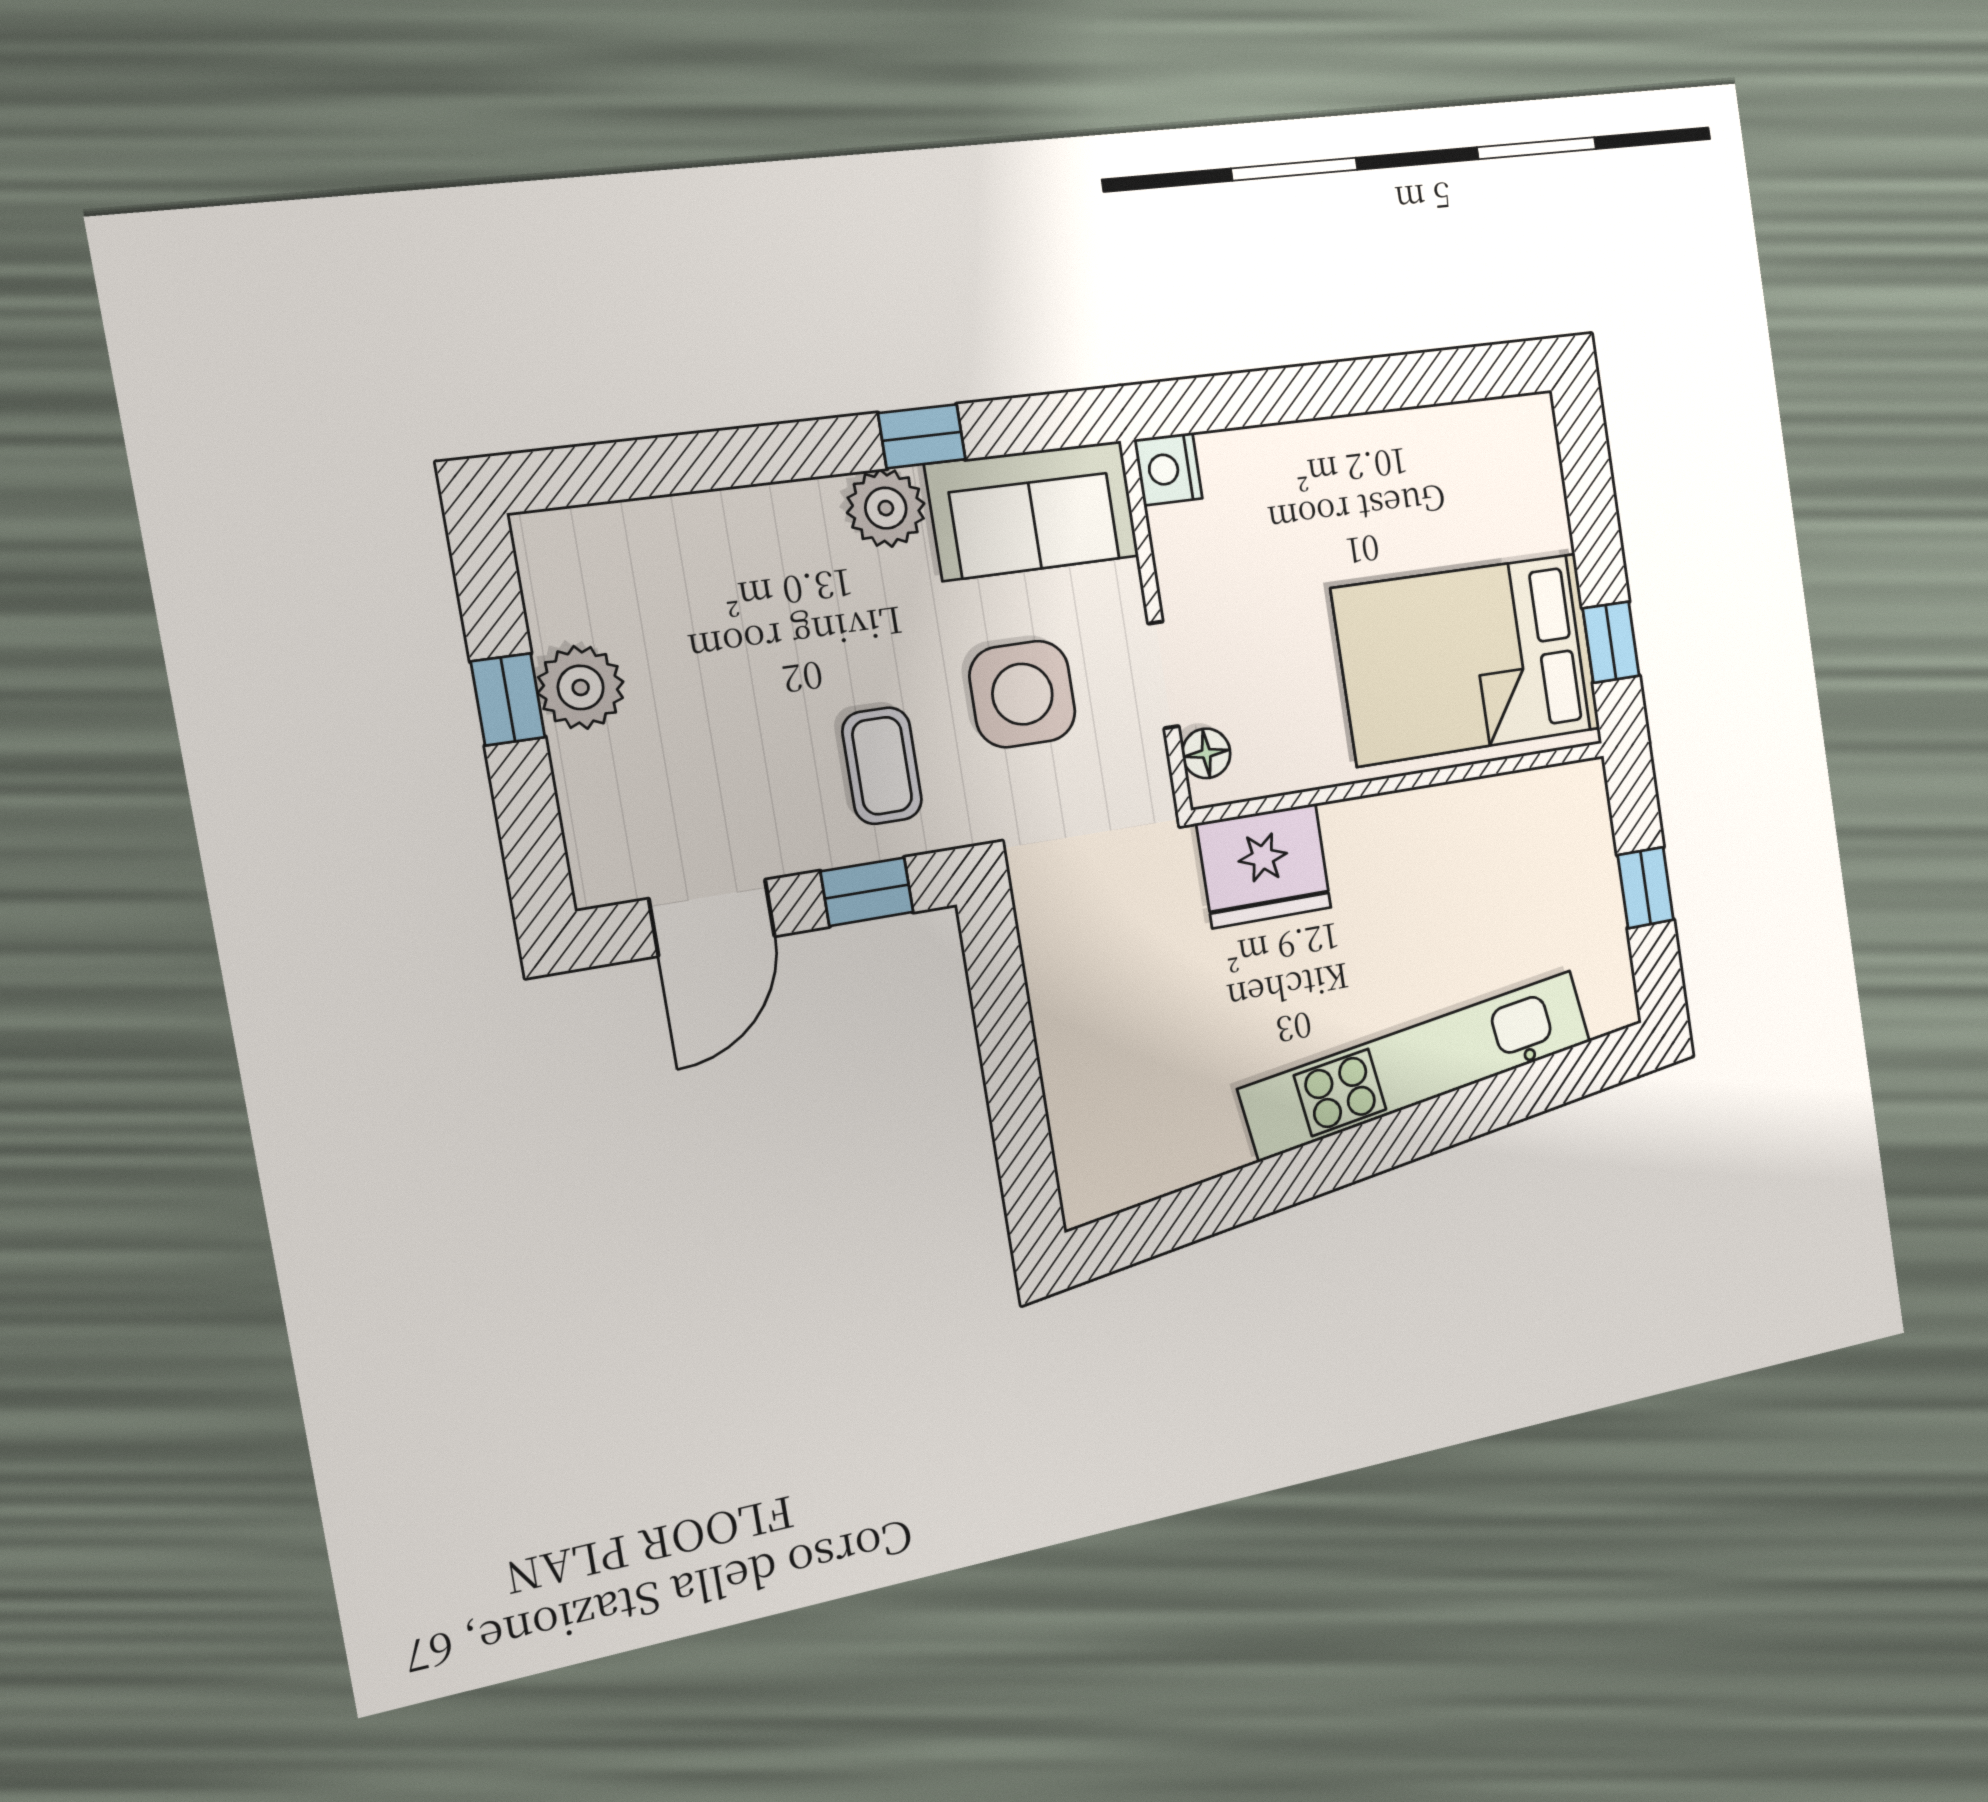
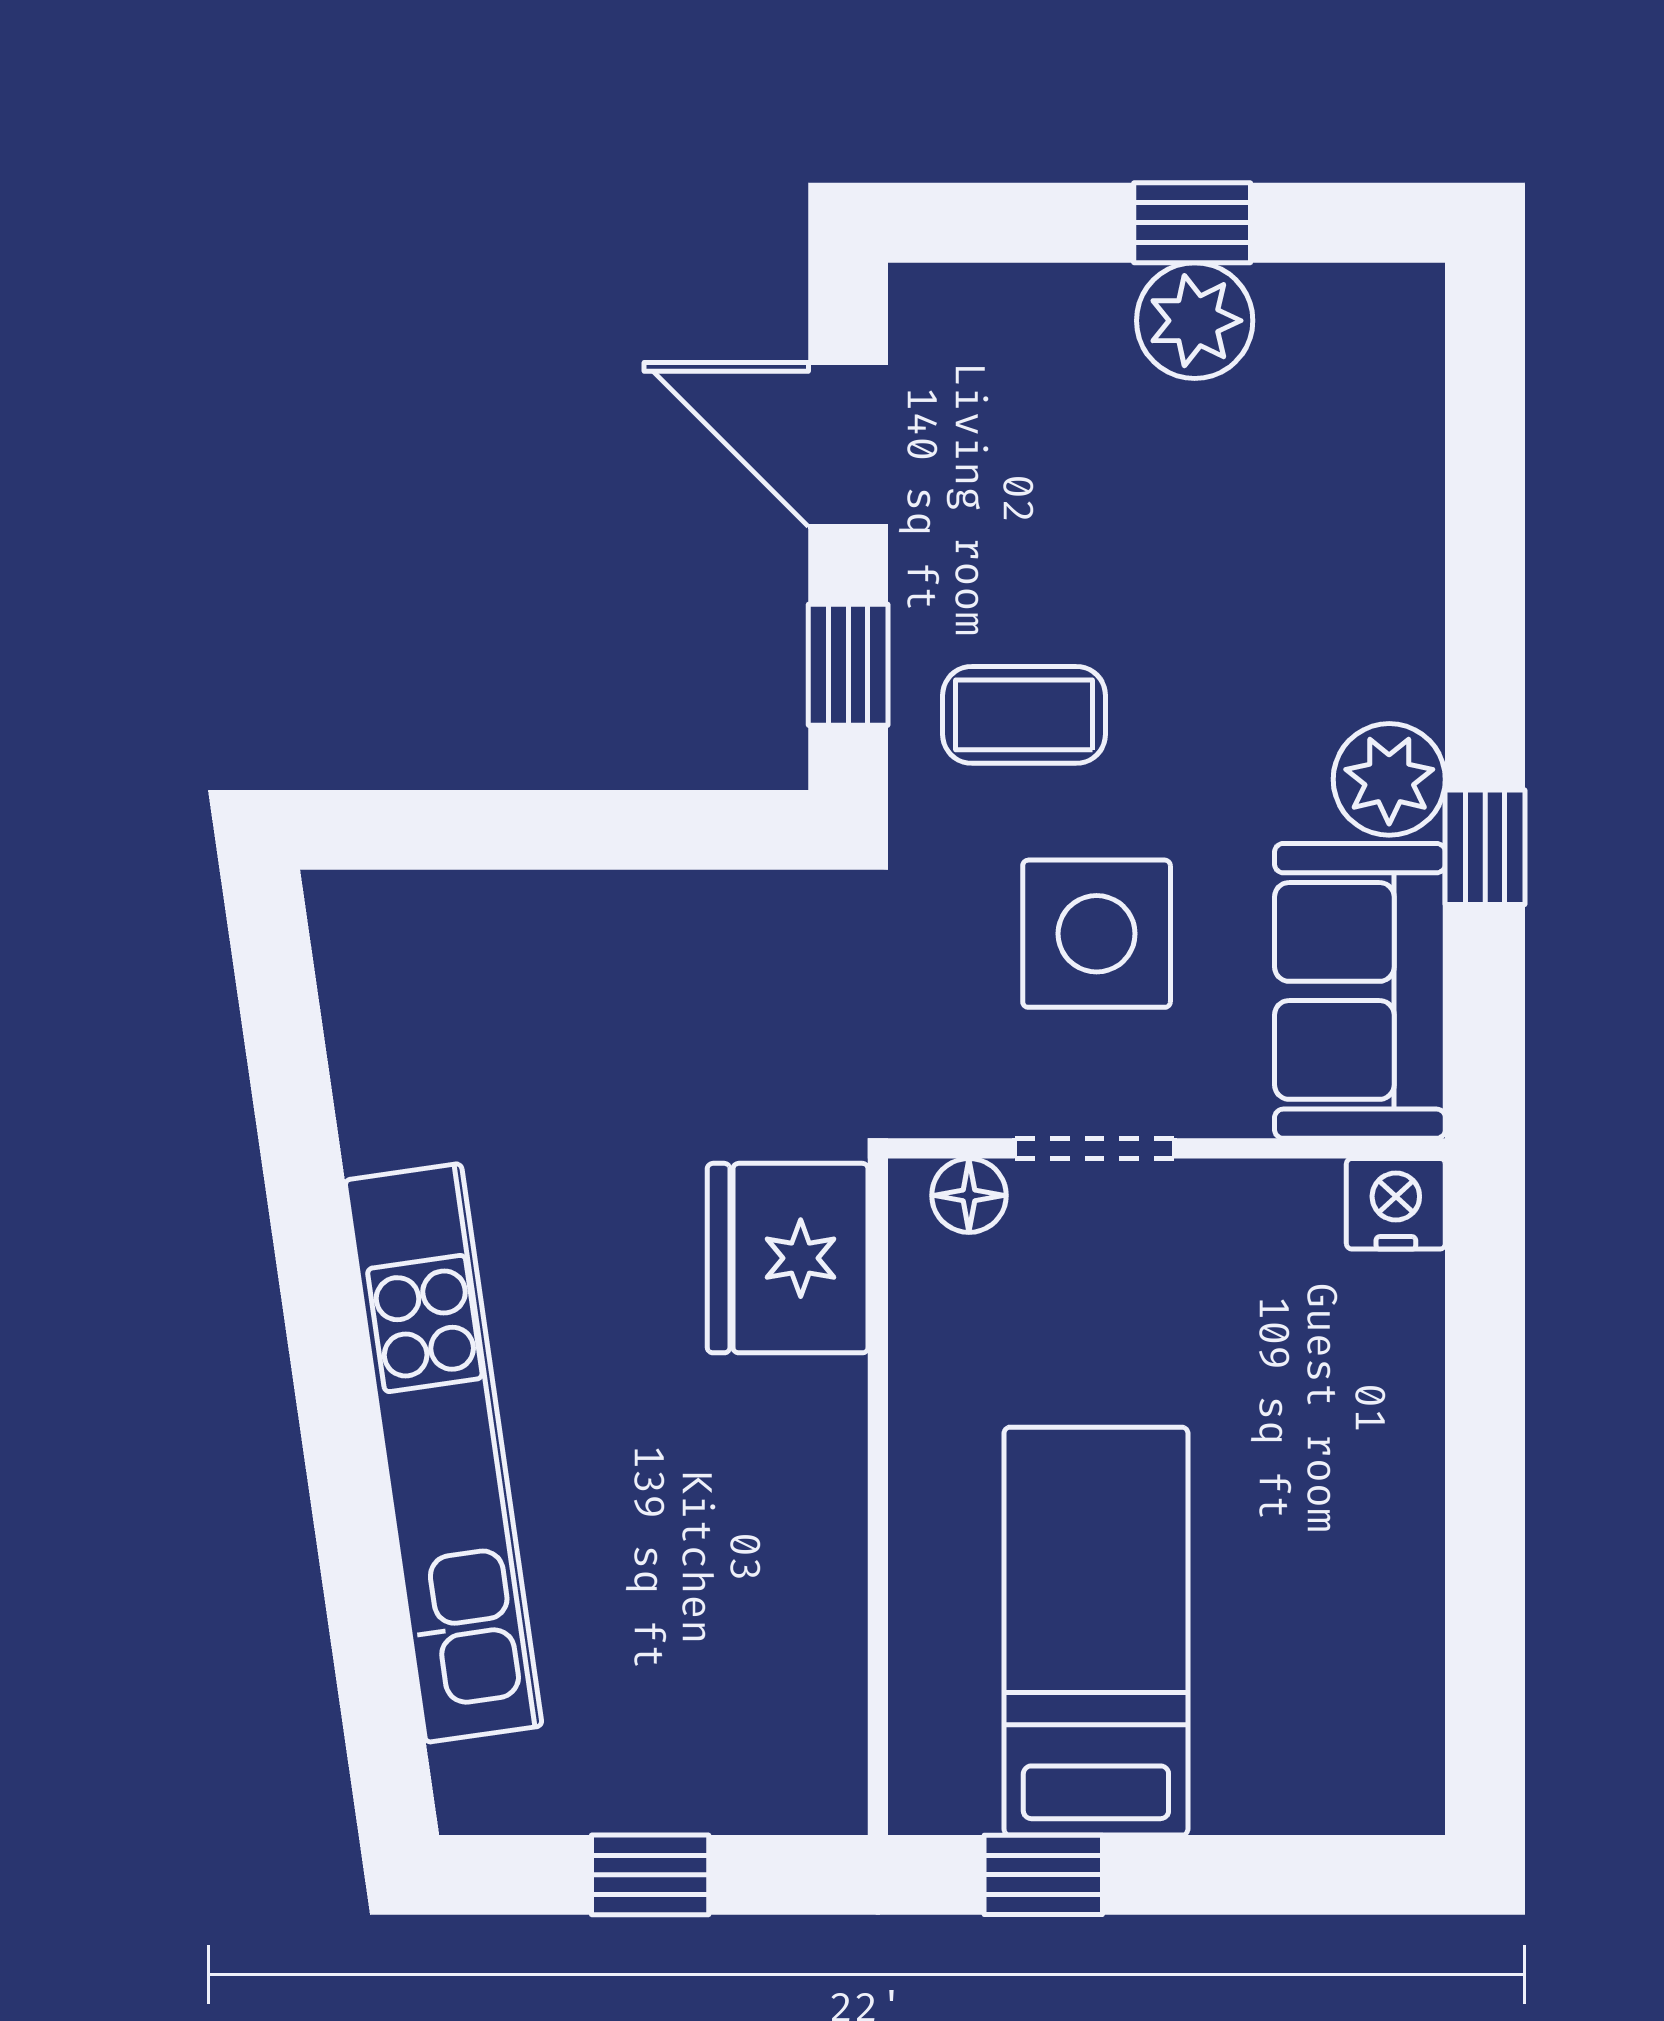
bed: (1467, 659) -> (1096, 1631), width x0.67

